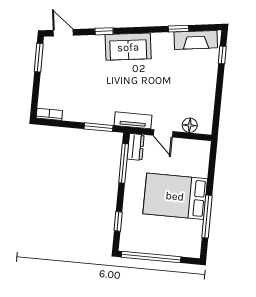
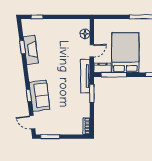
door: (63, 33) -> (32, 122), hinge flipped
fireplace: (196, 40) -> (31, 50), moved
sofa: (128, 47) -> (40, 96), moved
tv unit: (133, 120) -> (85, 76), width x1.41
bed: (175, 196) -> (125, 53), moved, turned 180

